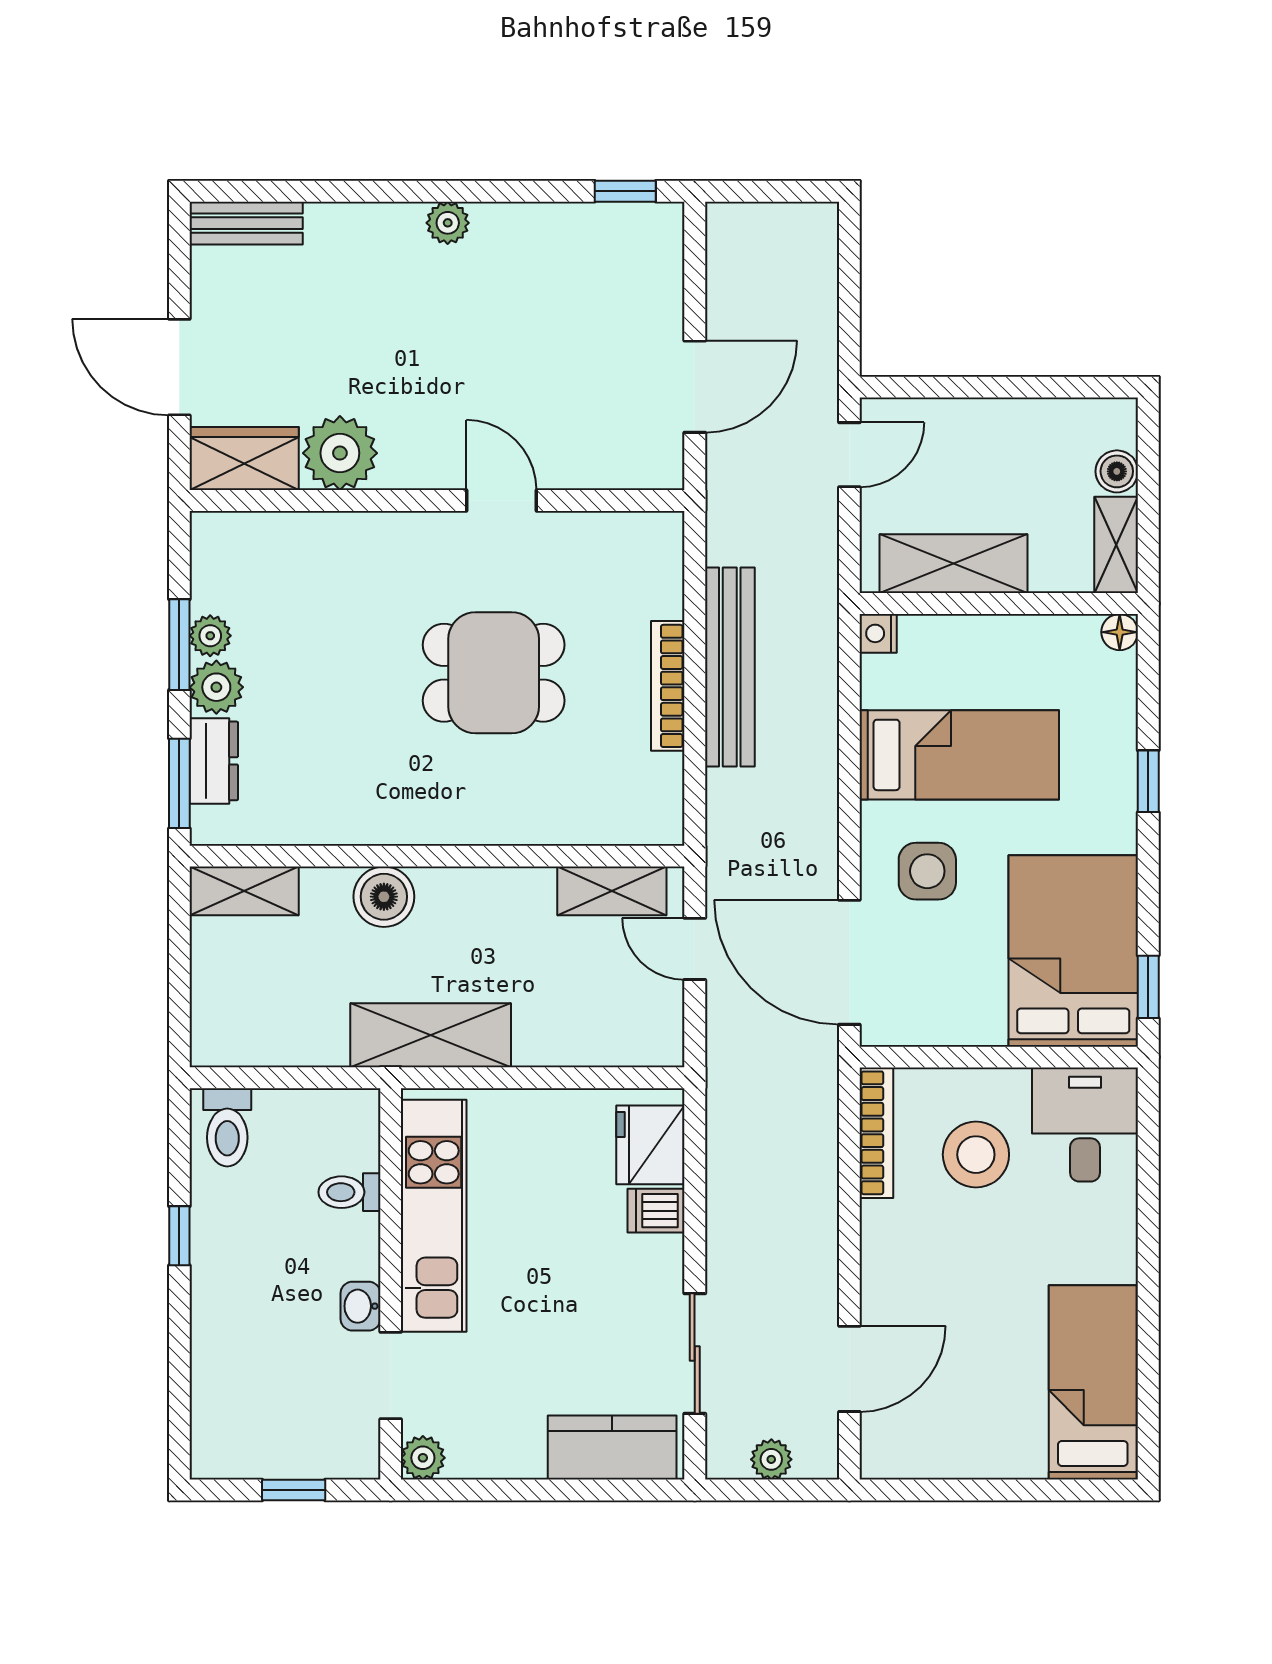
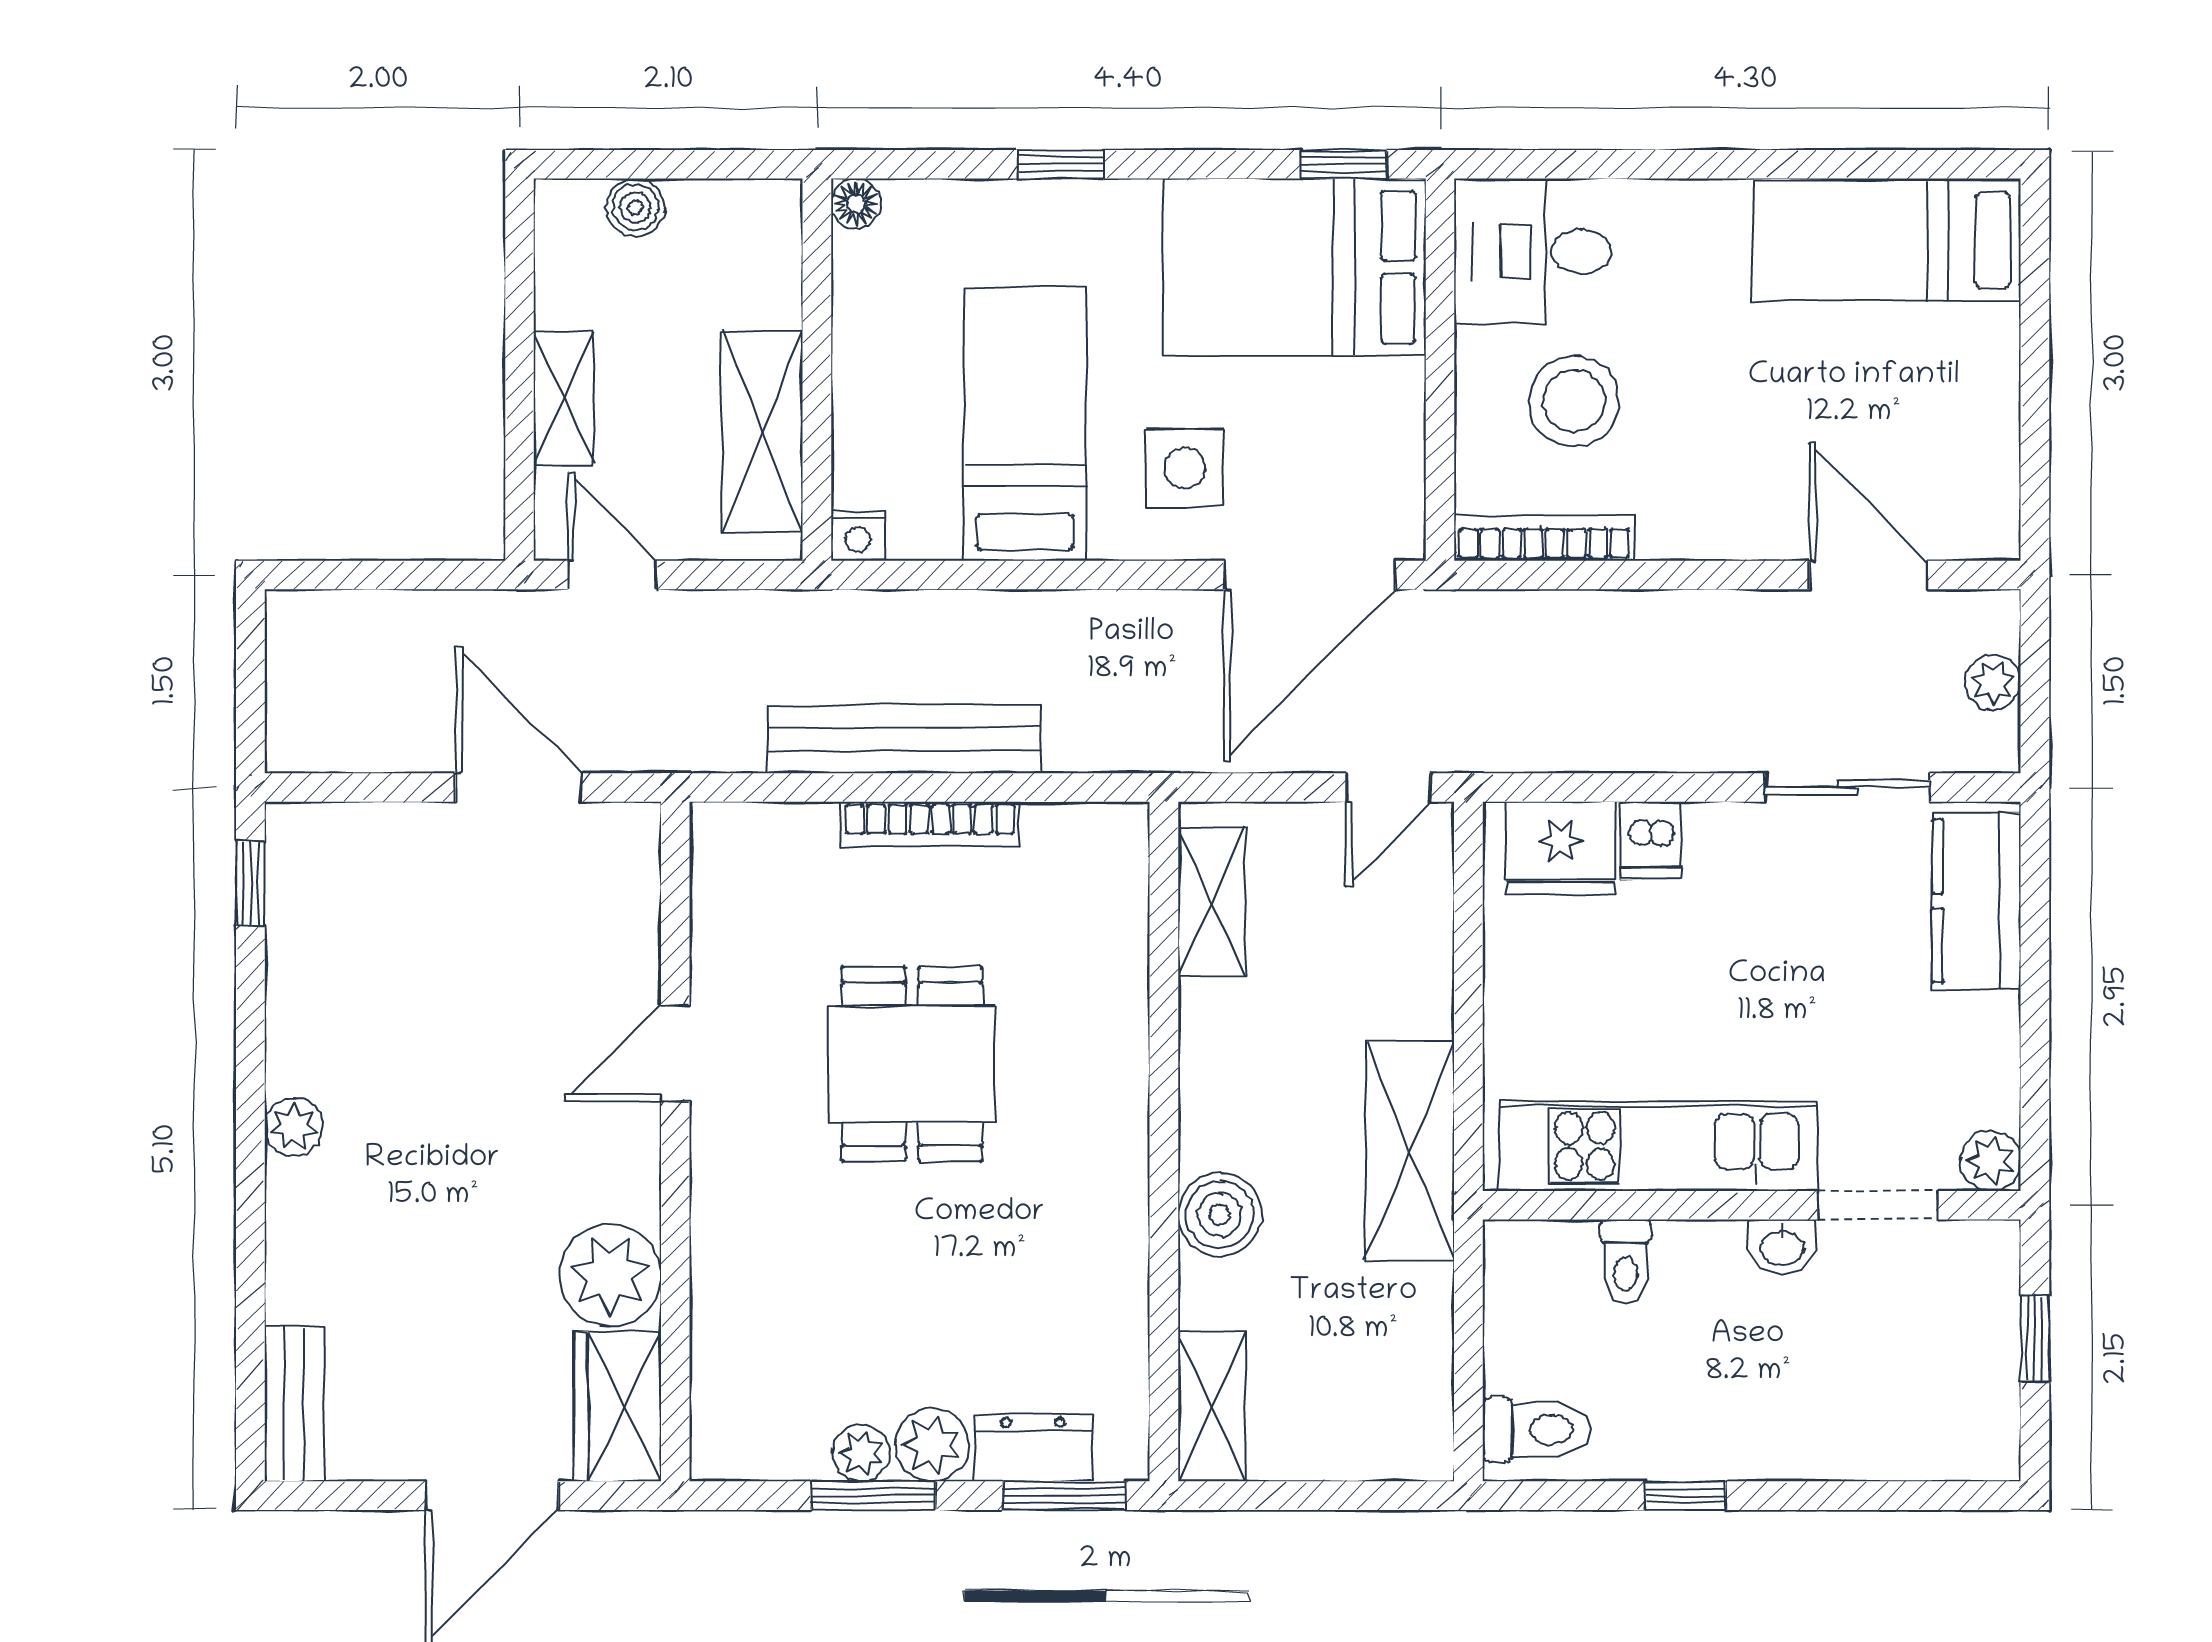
shelving: (1116, 545) -> (563, 398), moved, turned 90
door: (695, 949) -> (1388, 787), moved

